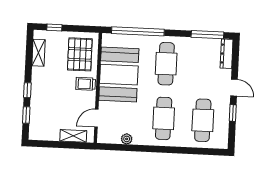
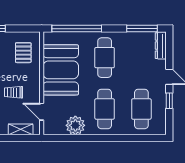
pallet: (80, 54) -> (23, 53), width x0.67, depth x0.71
trolley: (86, 84) -> (14, 92), moved
door: (96, 118) -> (42, 112), hinge flipped
plant: (127, 139) -> (75, 125), width x1.88, depth x1.88

